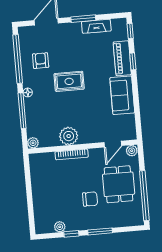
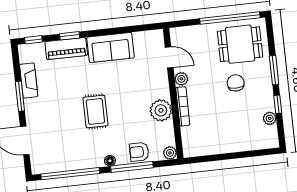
armchair: (41, 61) -> (139, 152), moved
plant: (132, 151) -> (181, 79), moved
dining table: (119, 184) -> (240, 44), moved

